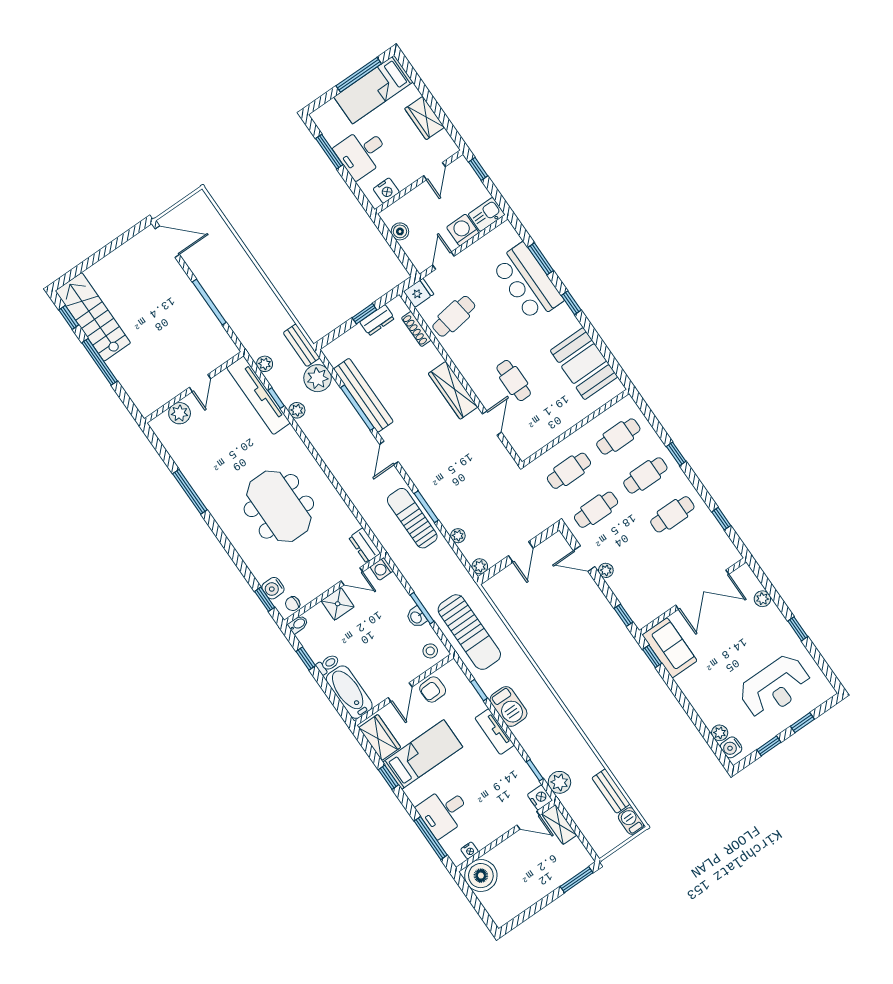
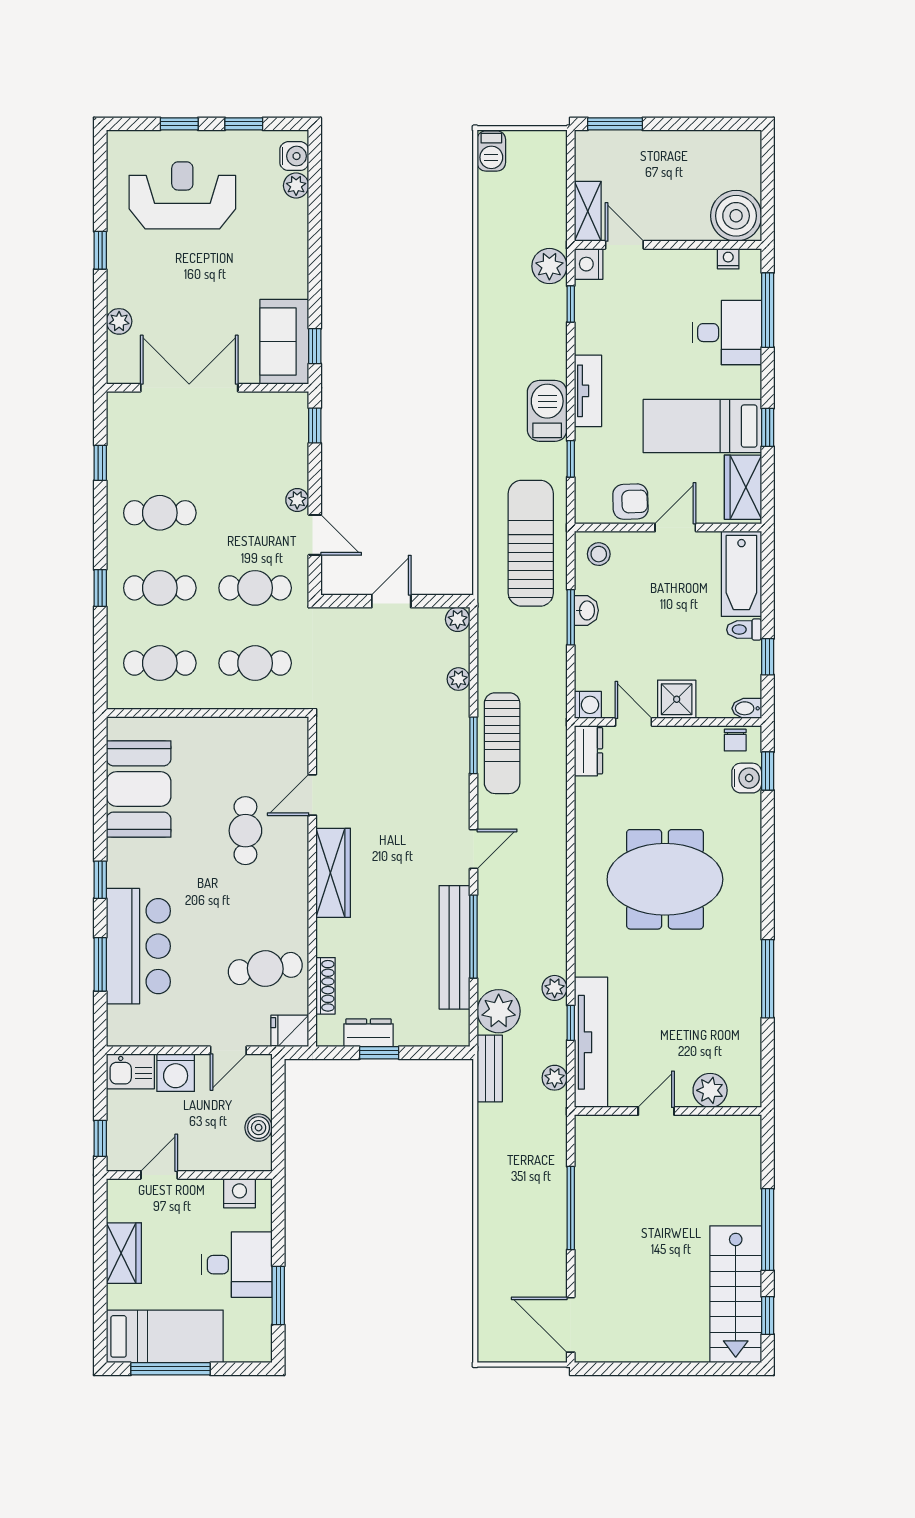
meeting table: (279, 506) -> (665, 879), turned 90
chair: (293, 604) -> (735, 740), turned 90
bench: (611, 791) -> (490, 208), removed

